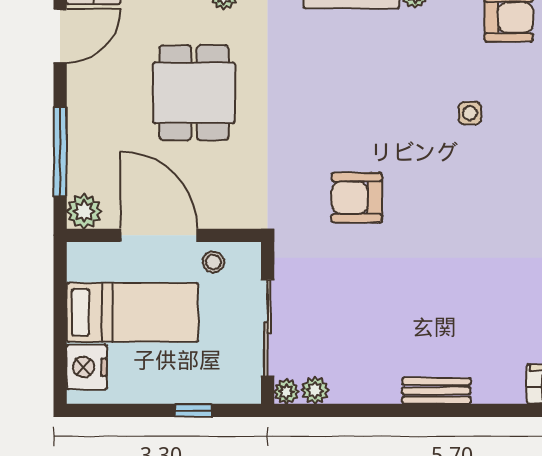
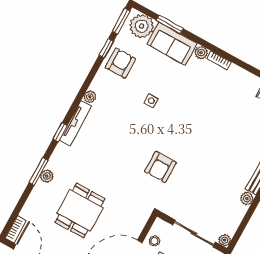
dining table: (194, 93) -> (80, 210), turned 90
plant: (315, 390) -> (247, 199), moved

